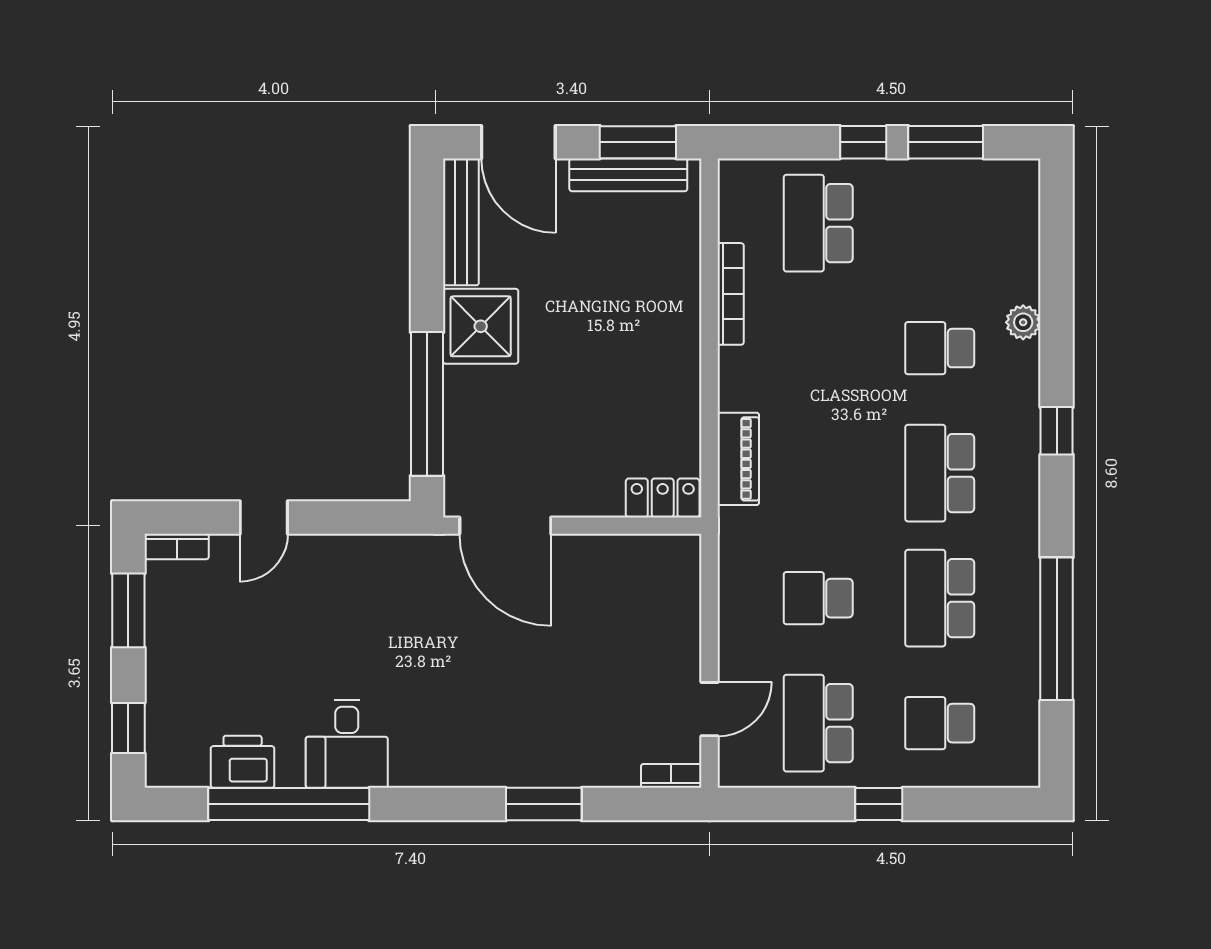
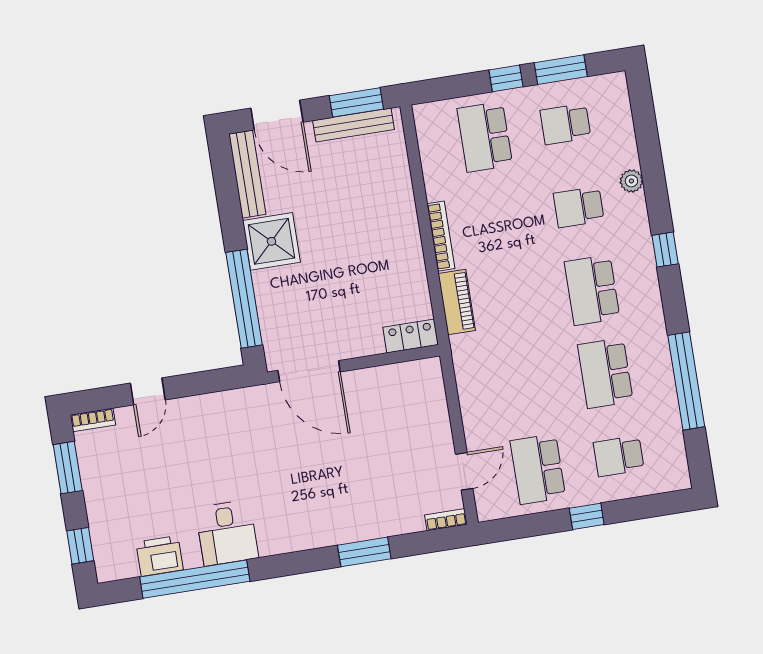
bookcase: (731, 294) -> (441, 236), moved
school desk: (818, 598) -> (565, 124), moved

